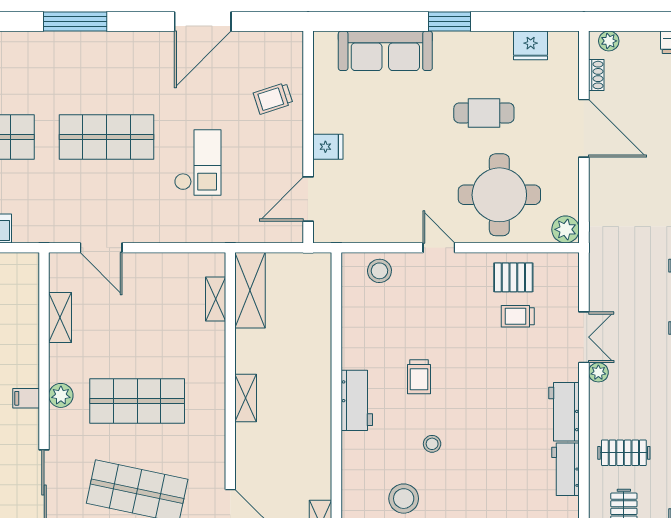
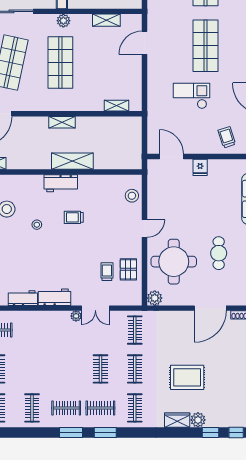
checkout: (198, 163) -> (191, 96), turned 180
shelving: (250, 290) -> (72, 161), moved
clothes rail: (624, 453) -> (135, 330), moved

